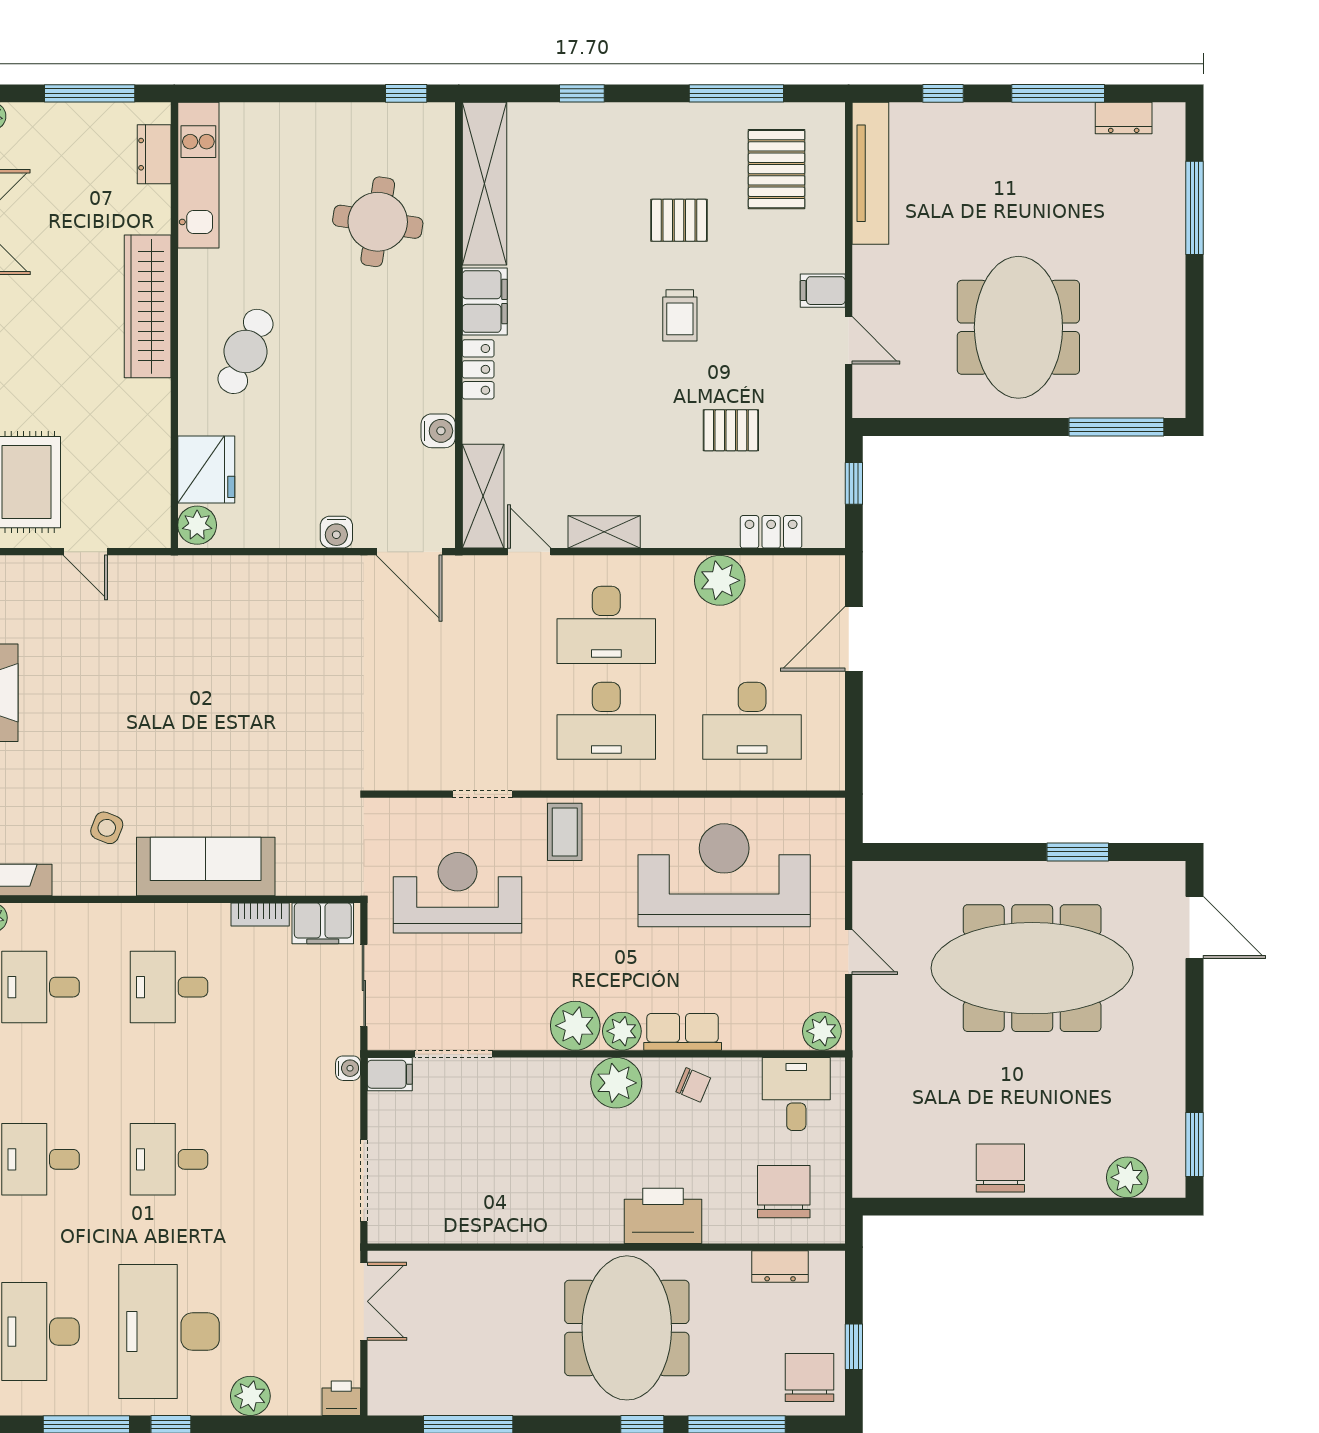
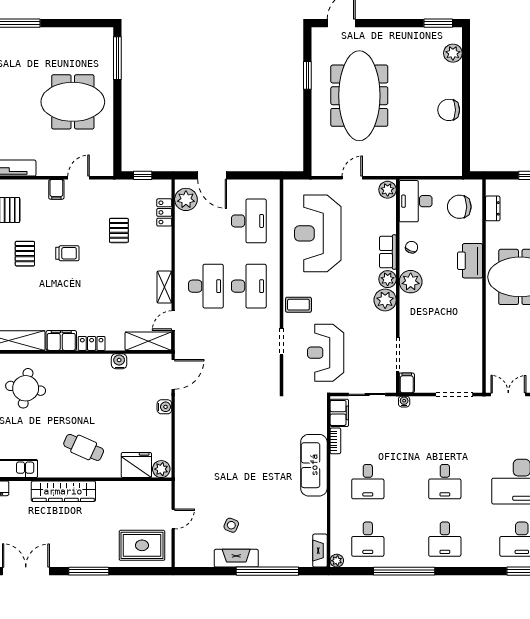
plant: (720, 580) -> (186, 199), moved
side table: (107, 828) -> (231, 525), moved
desk: (796, 1094) -> (416, 201), width x1.37

